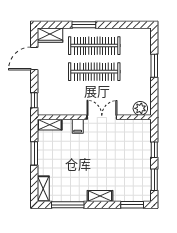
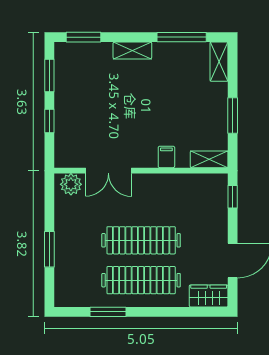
window: (84, 25) -> (108, 312), moved
double door: (102, 117) -> (108, 171), moved

